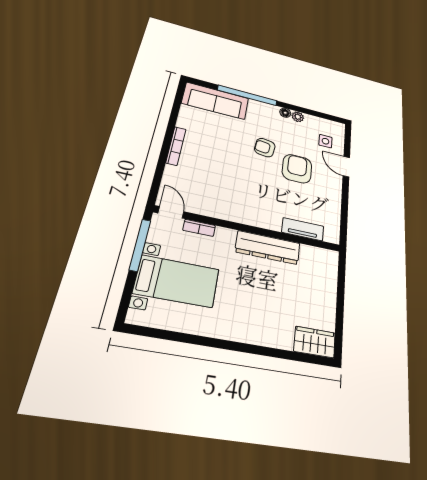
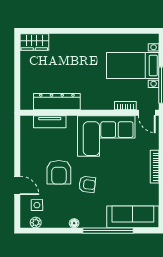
plant: (298, 117) -> (36, 223), moved
corner sofa: (232, 196) -> (106, 136), added
dresser: (268, 248) -> (57, 102), moved

